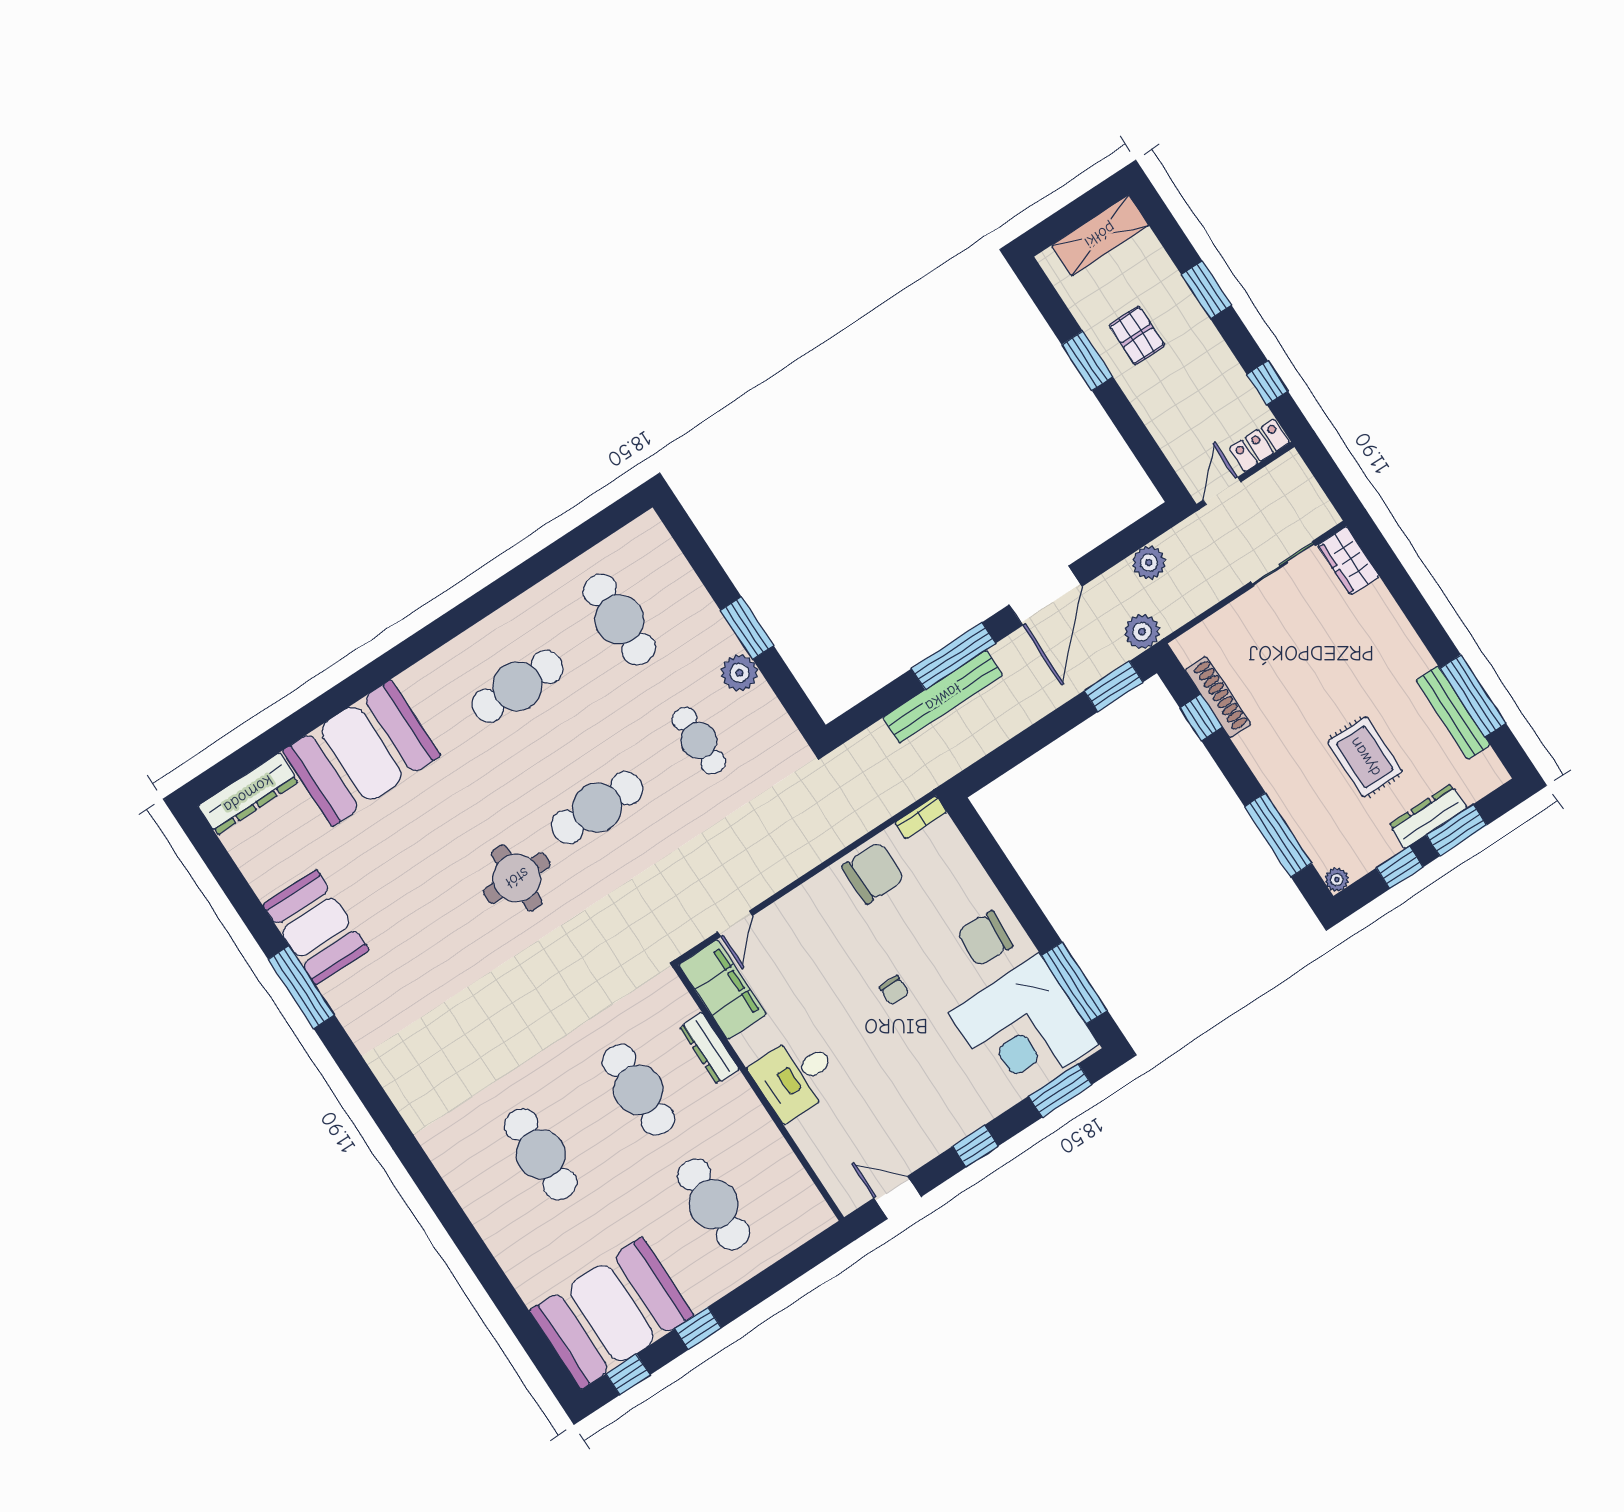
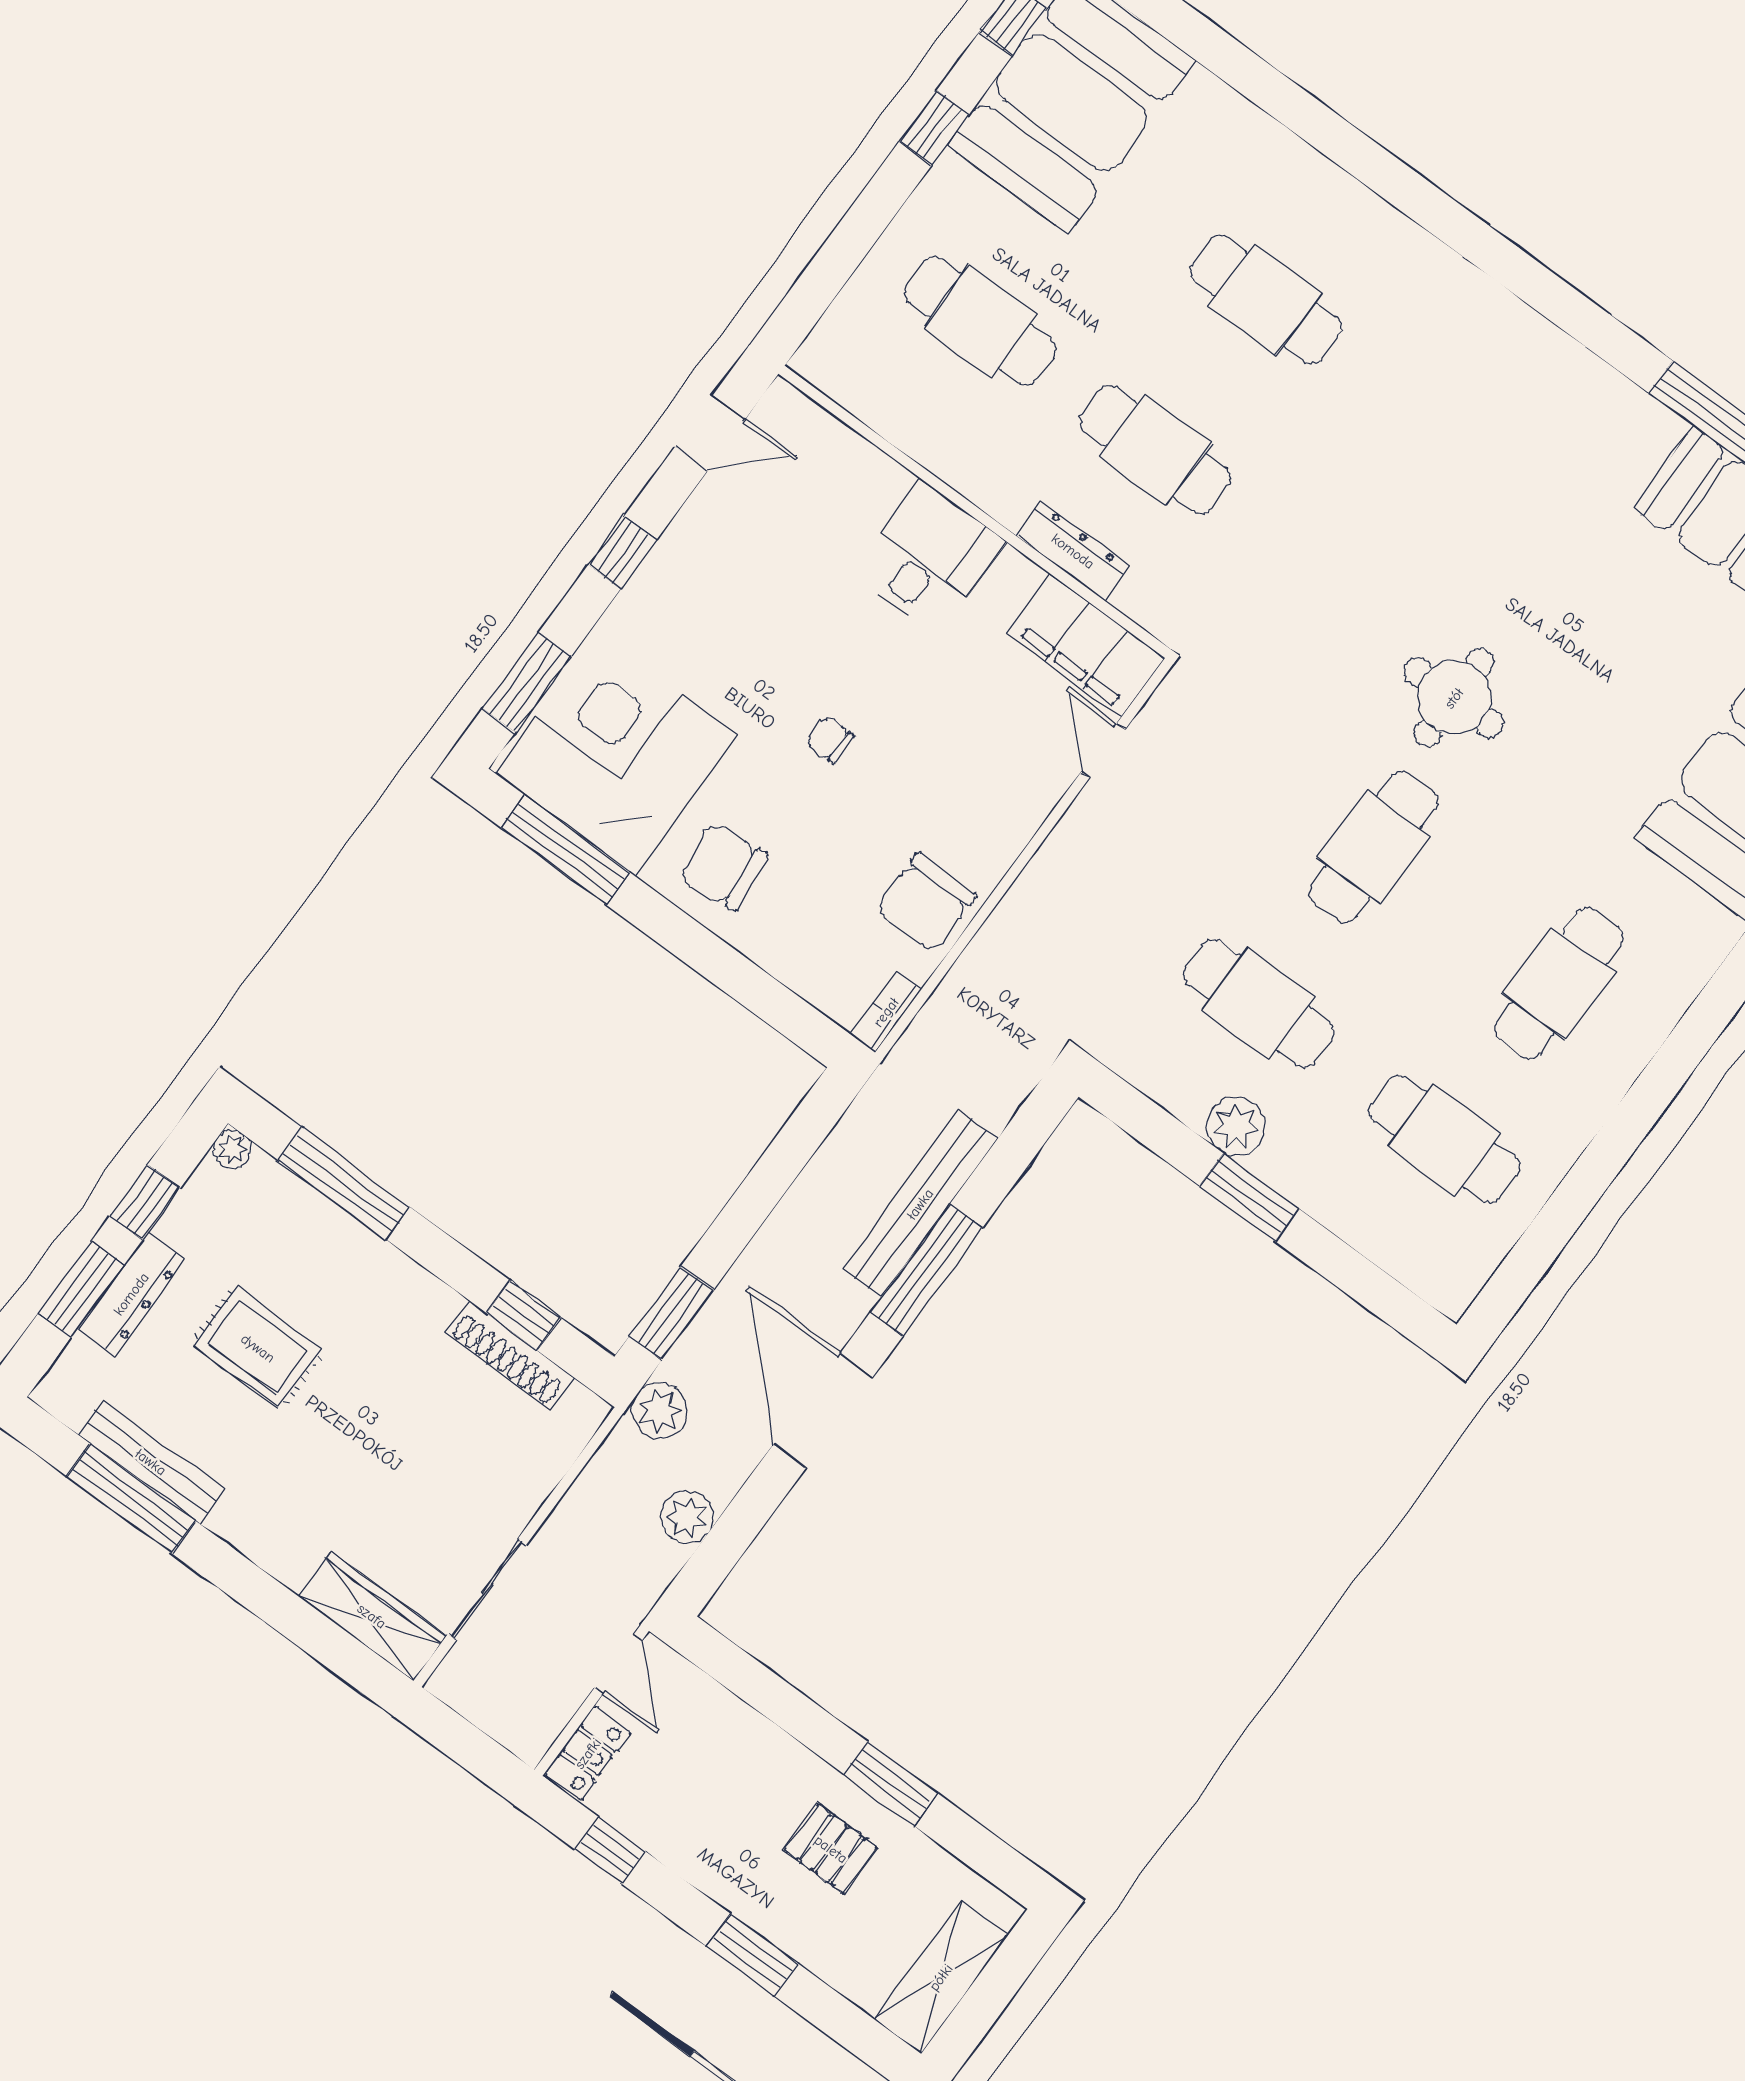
wardrobe: (1348, 561) -> (372, 1616), width x1.50
cafe table: (699, 741) -> (1259, 1003), width x1.37, depth x1.35
chair: (985, 939) -> (723, 867), turned -101

